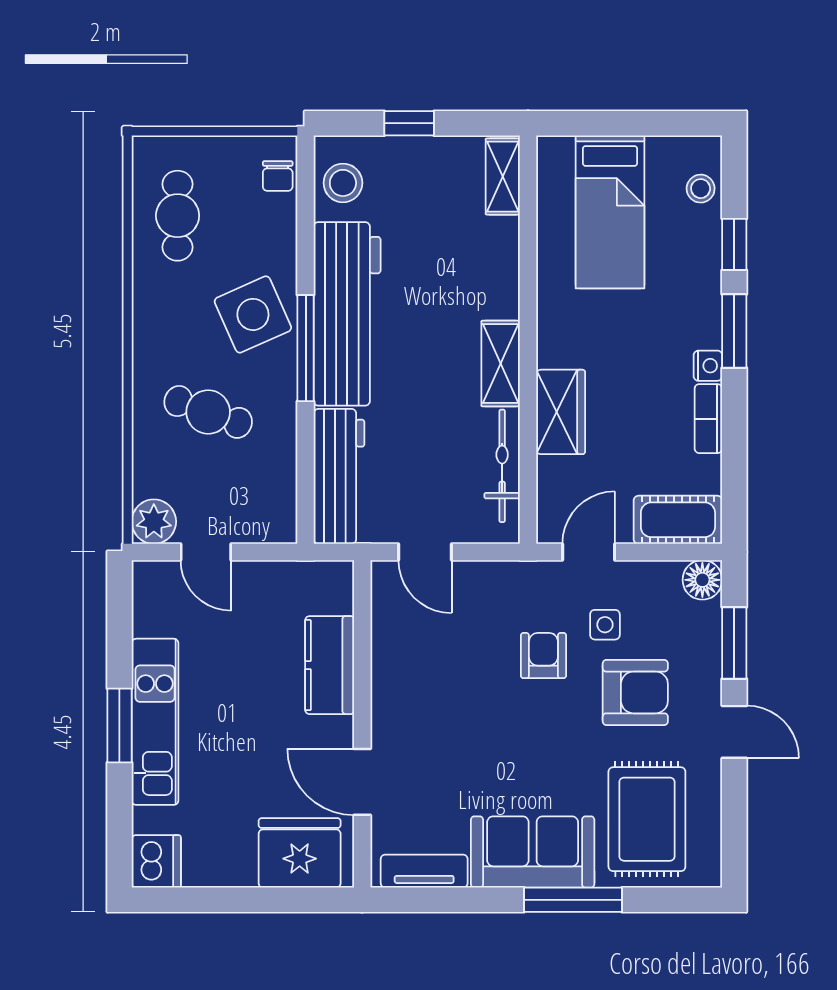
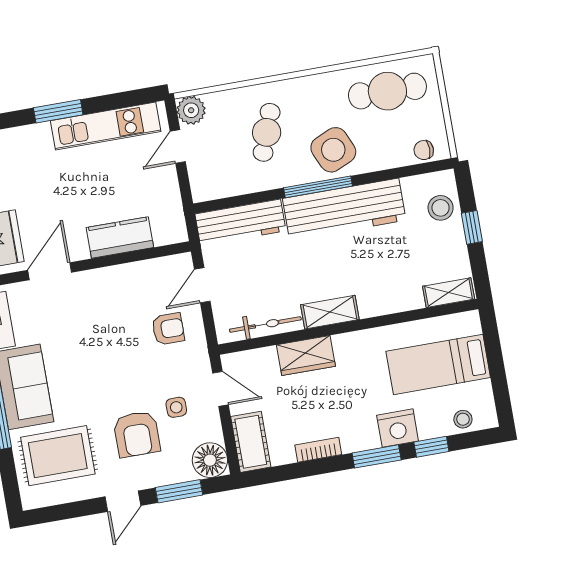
stool: (343, 183) -> (441, 208), moved
cafe table: (178, 216) -> (387, 91), width x1.37, depth x1.35
nightstand: (708, 366) -> (398, 428), moved, width x1.89, depth x1.79
floor lamp: (702, 580) -> (210, 460), width x1.38, depth x1.38
armchair: (543, 656) -> (168, 329), moved
kitchen unit: (155, 722) -> (106, 126), moved

